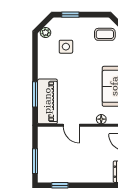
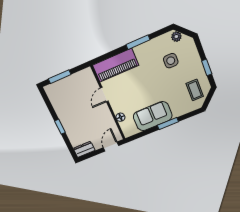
window: (70, 15) -> (207, 67), moved
window: (35, 94) -> (138, 42), moved
window: (60, 185) -> (60, 127), moved

